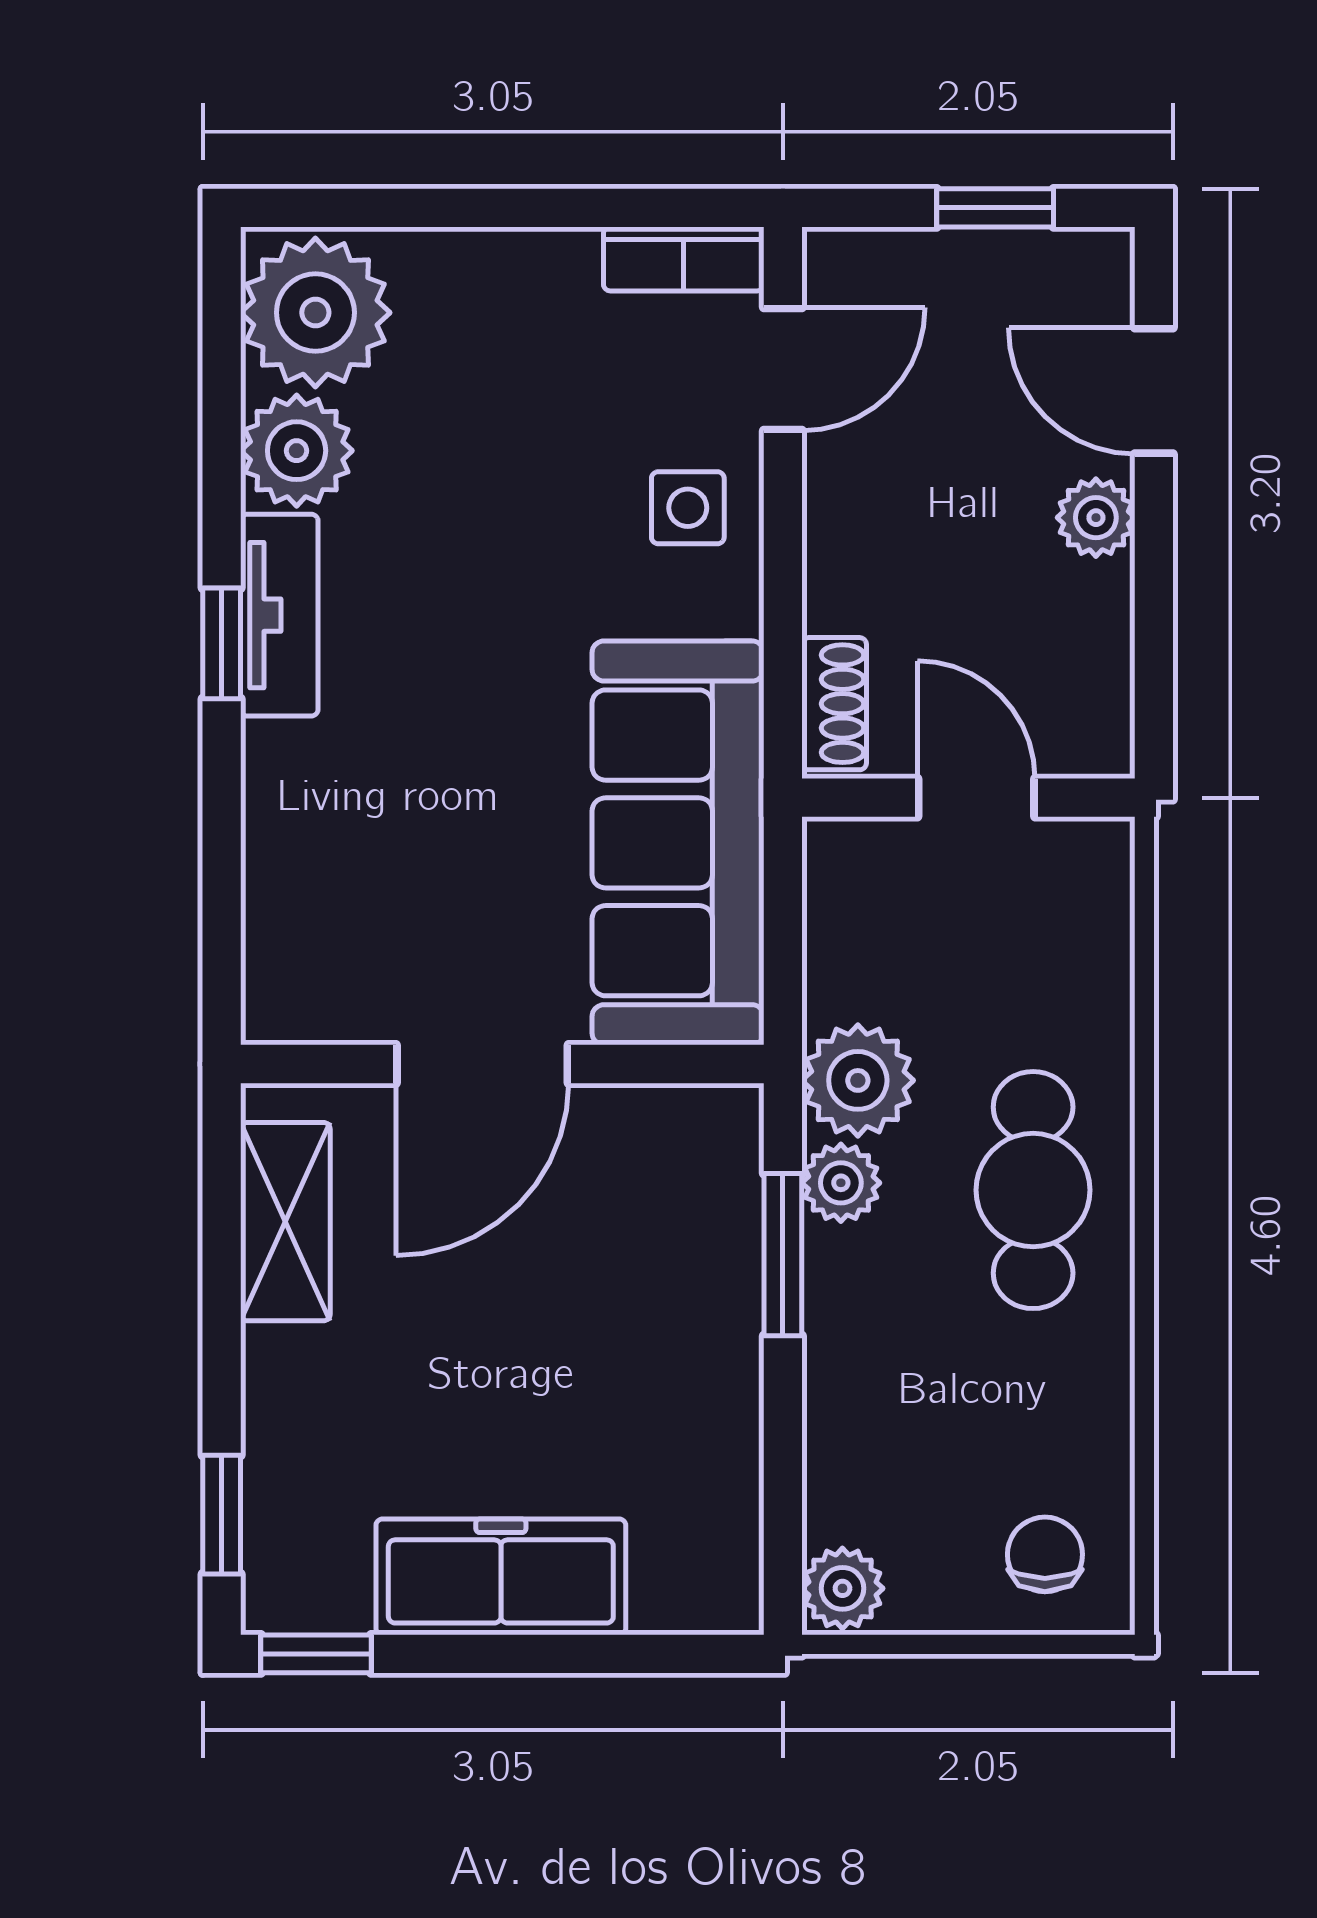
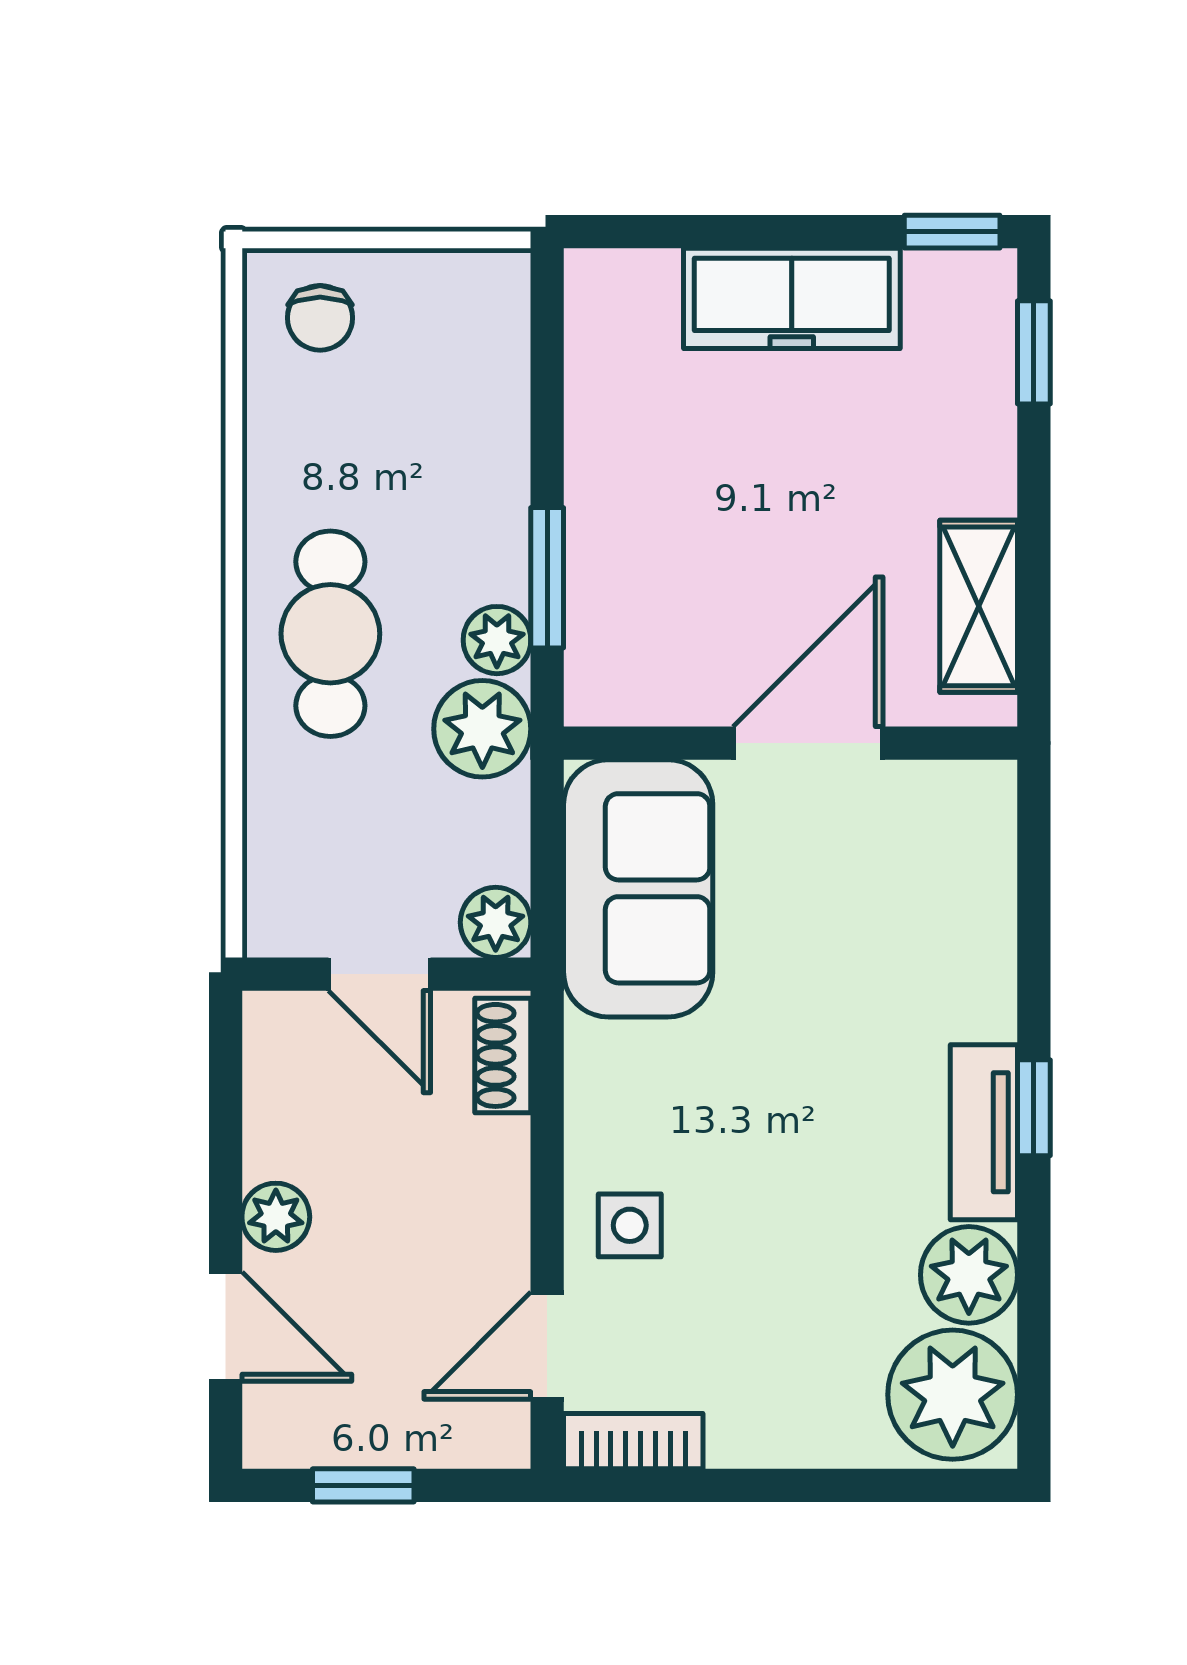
sofa: (678, 843) -> (638, 888), width x0.73
plant: (842, 1588) -> (496, 922), moved

